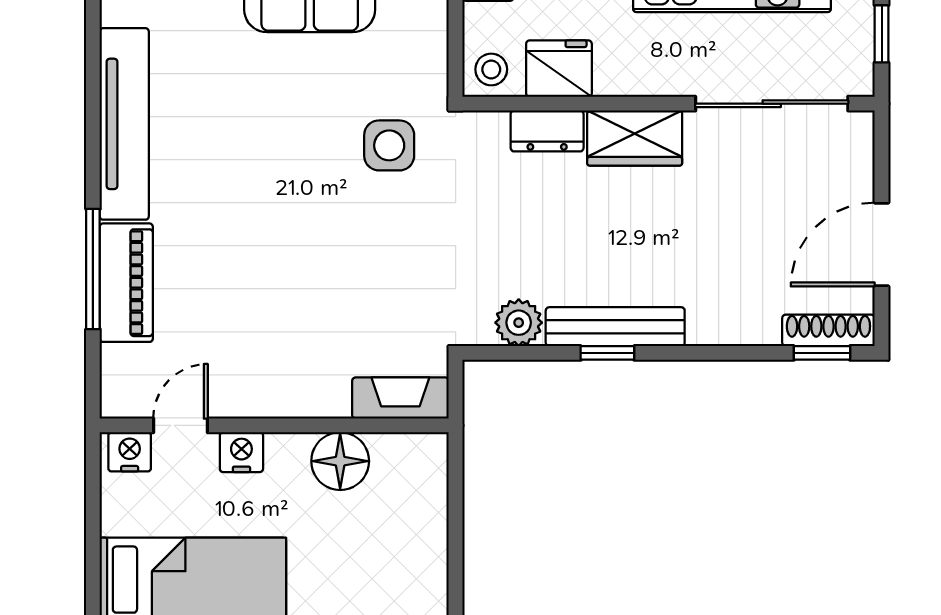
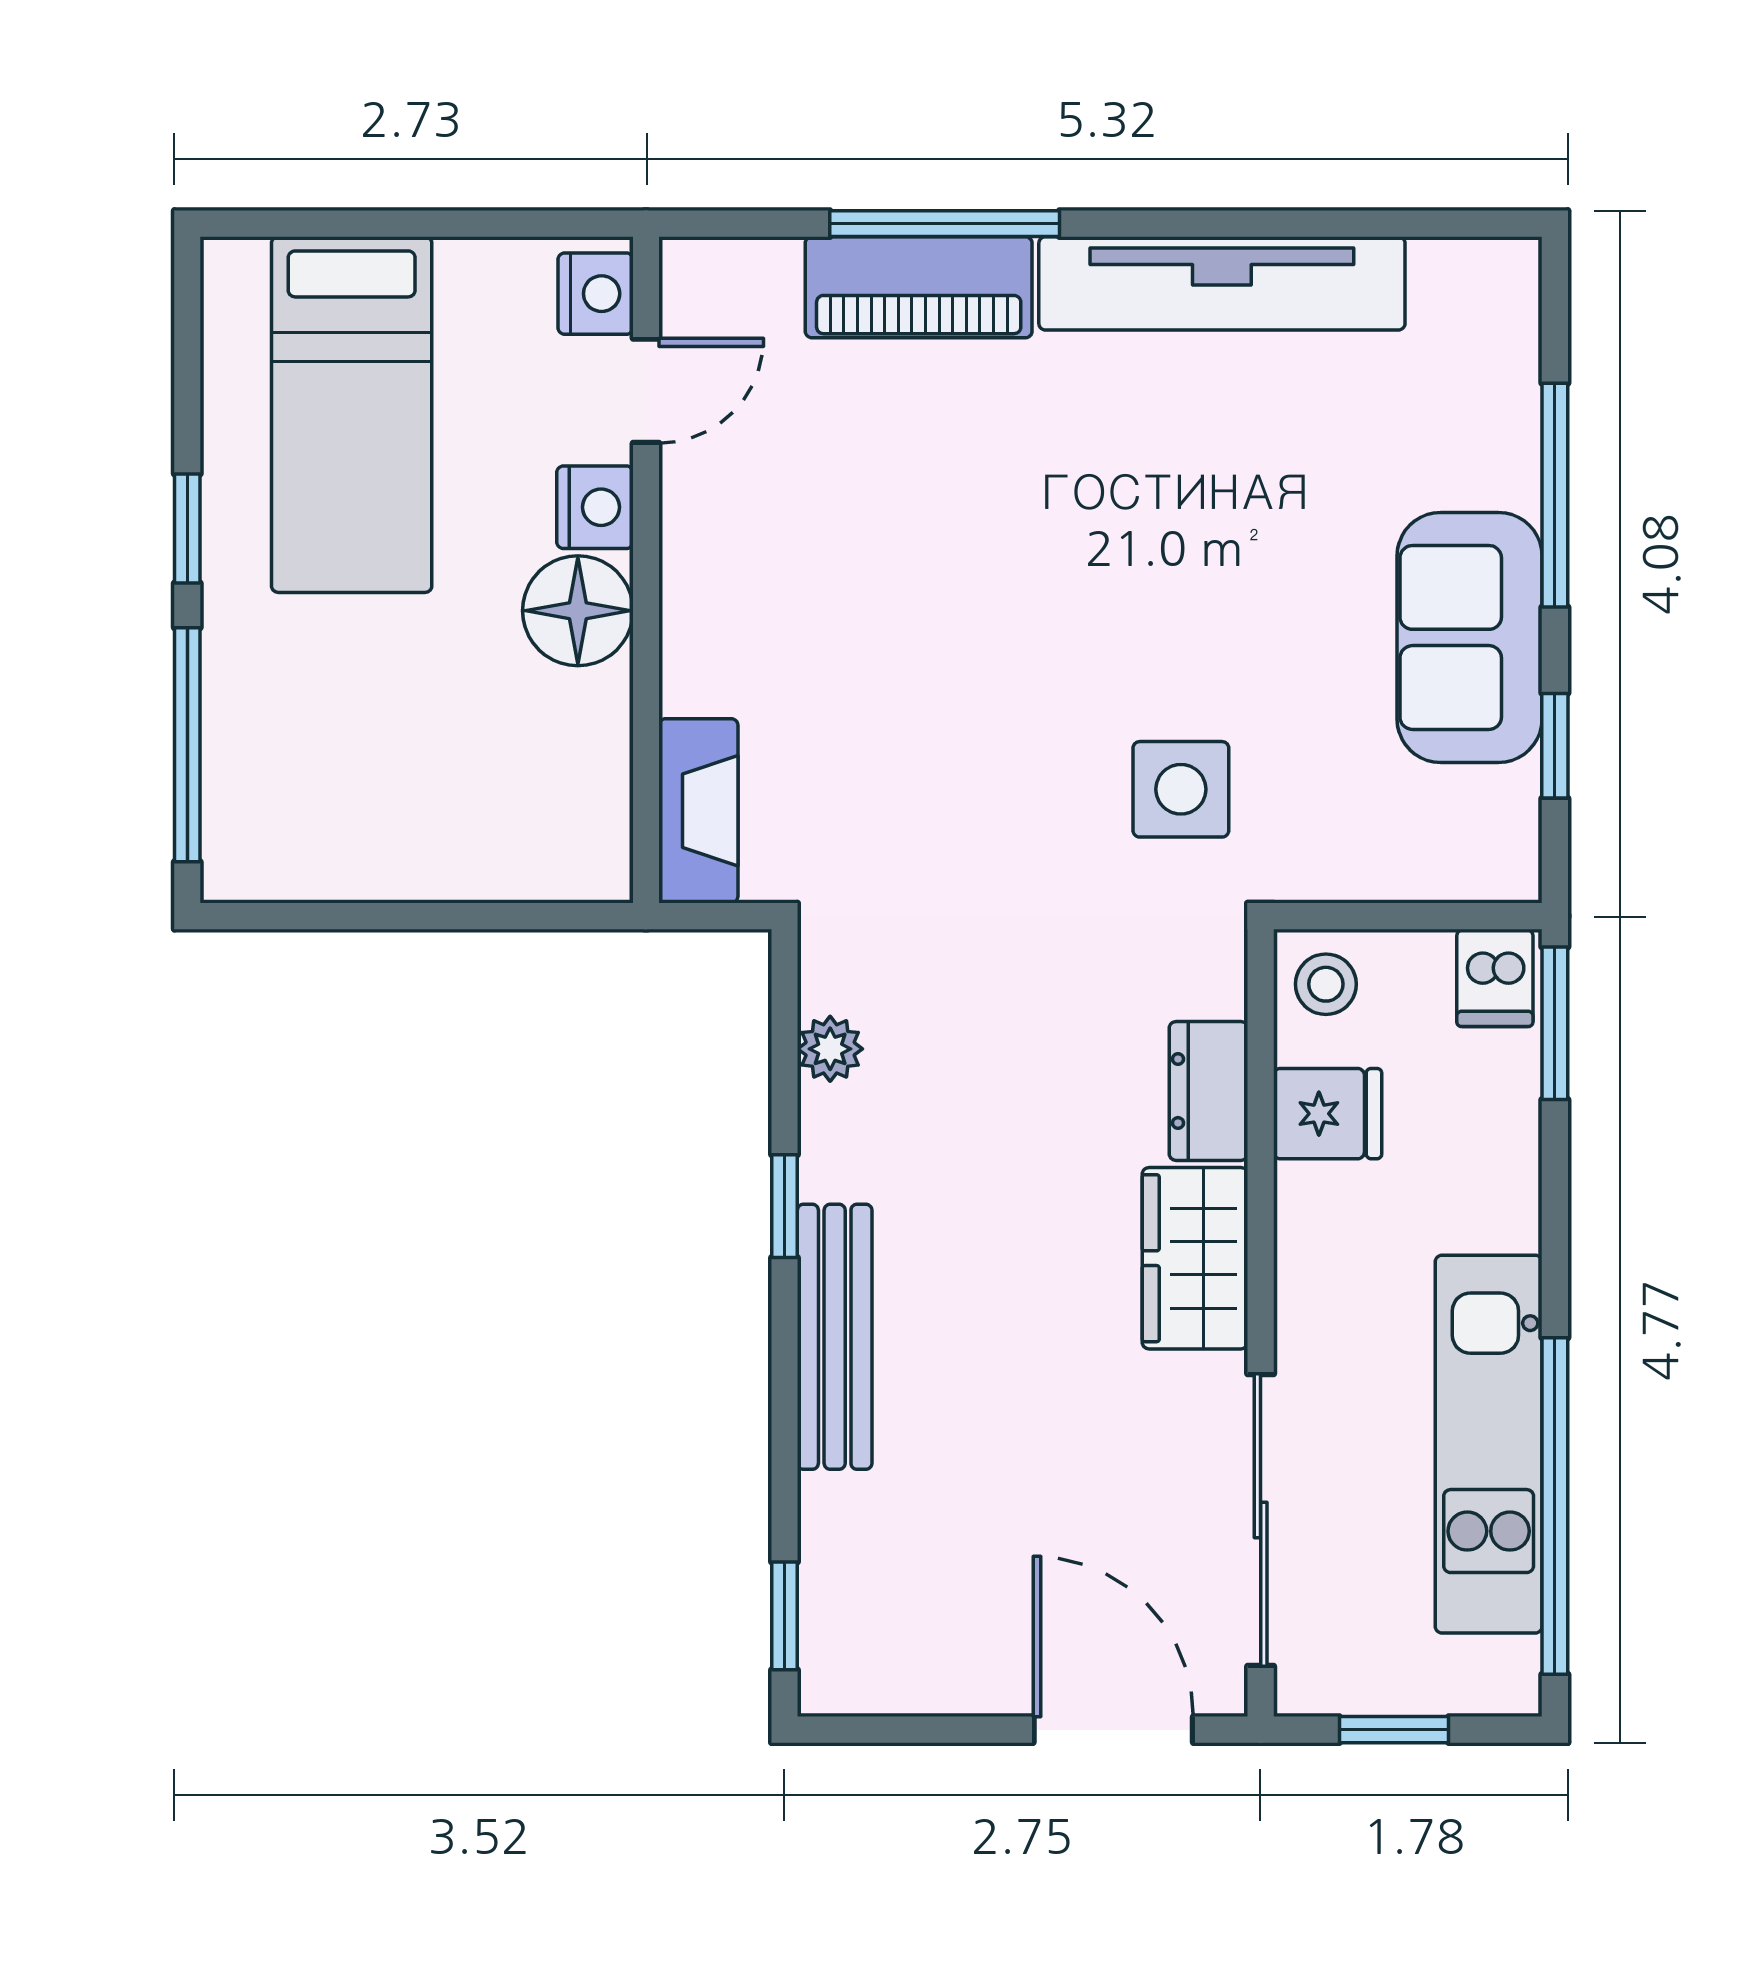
fridge: (559, 69) -> (1328, 1114), width x0.72
door: (882, 244) -> (1113, 1730), moved
plant: (519, 323) -> (830, 1049), width x0.73, depth x0.73
bench: (615, 327) -> (835, 1337), moved
shoe rack: (828, 330) -> (828, 1628), removed
door: (180, 425) -> (646, 391), hinge flipped
floor lamp: (340, 461) -> (578, 611), moved

